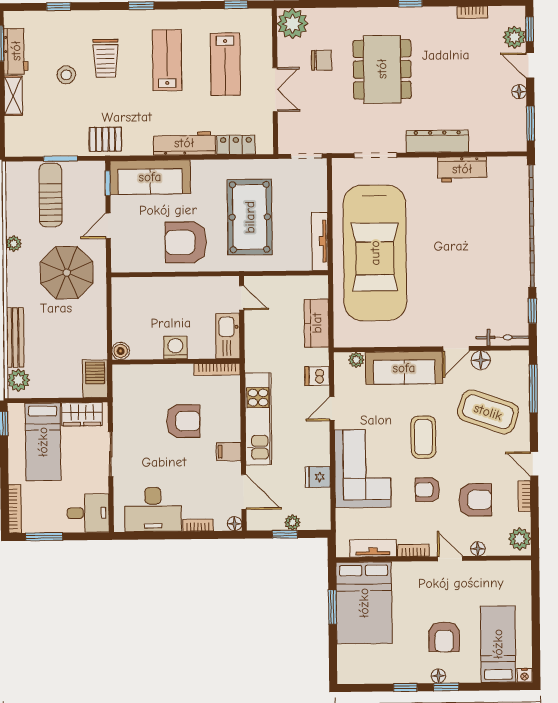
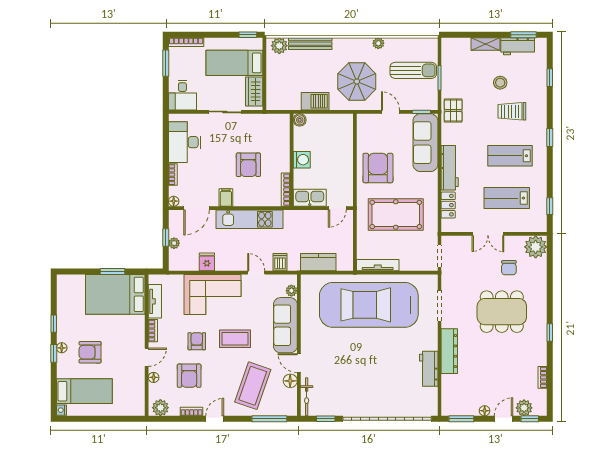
lab bench: (167, 60) -> (510, 156), turned 180
barbecue: (95, 379) -> (315, 101), moved

